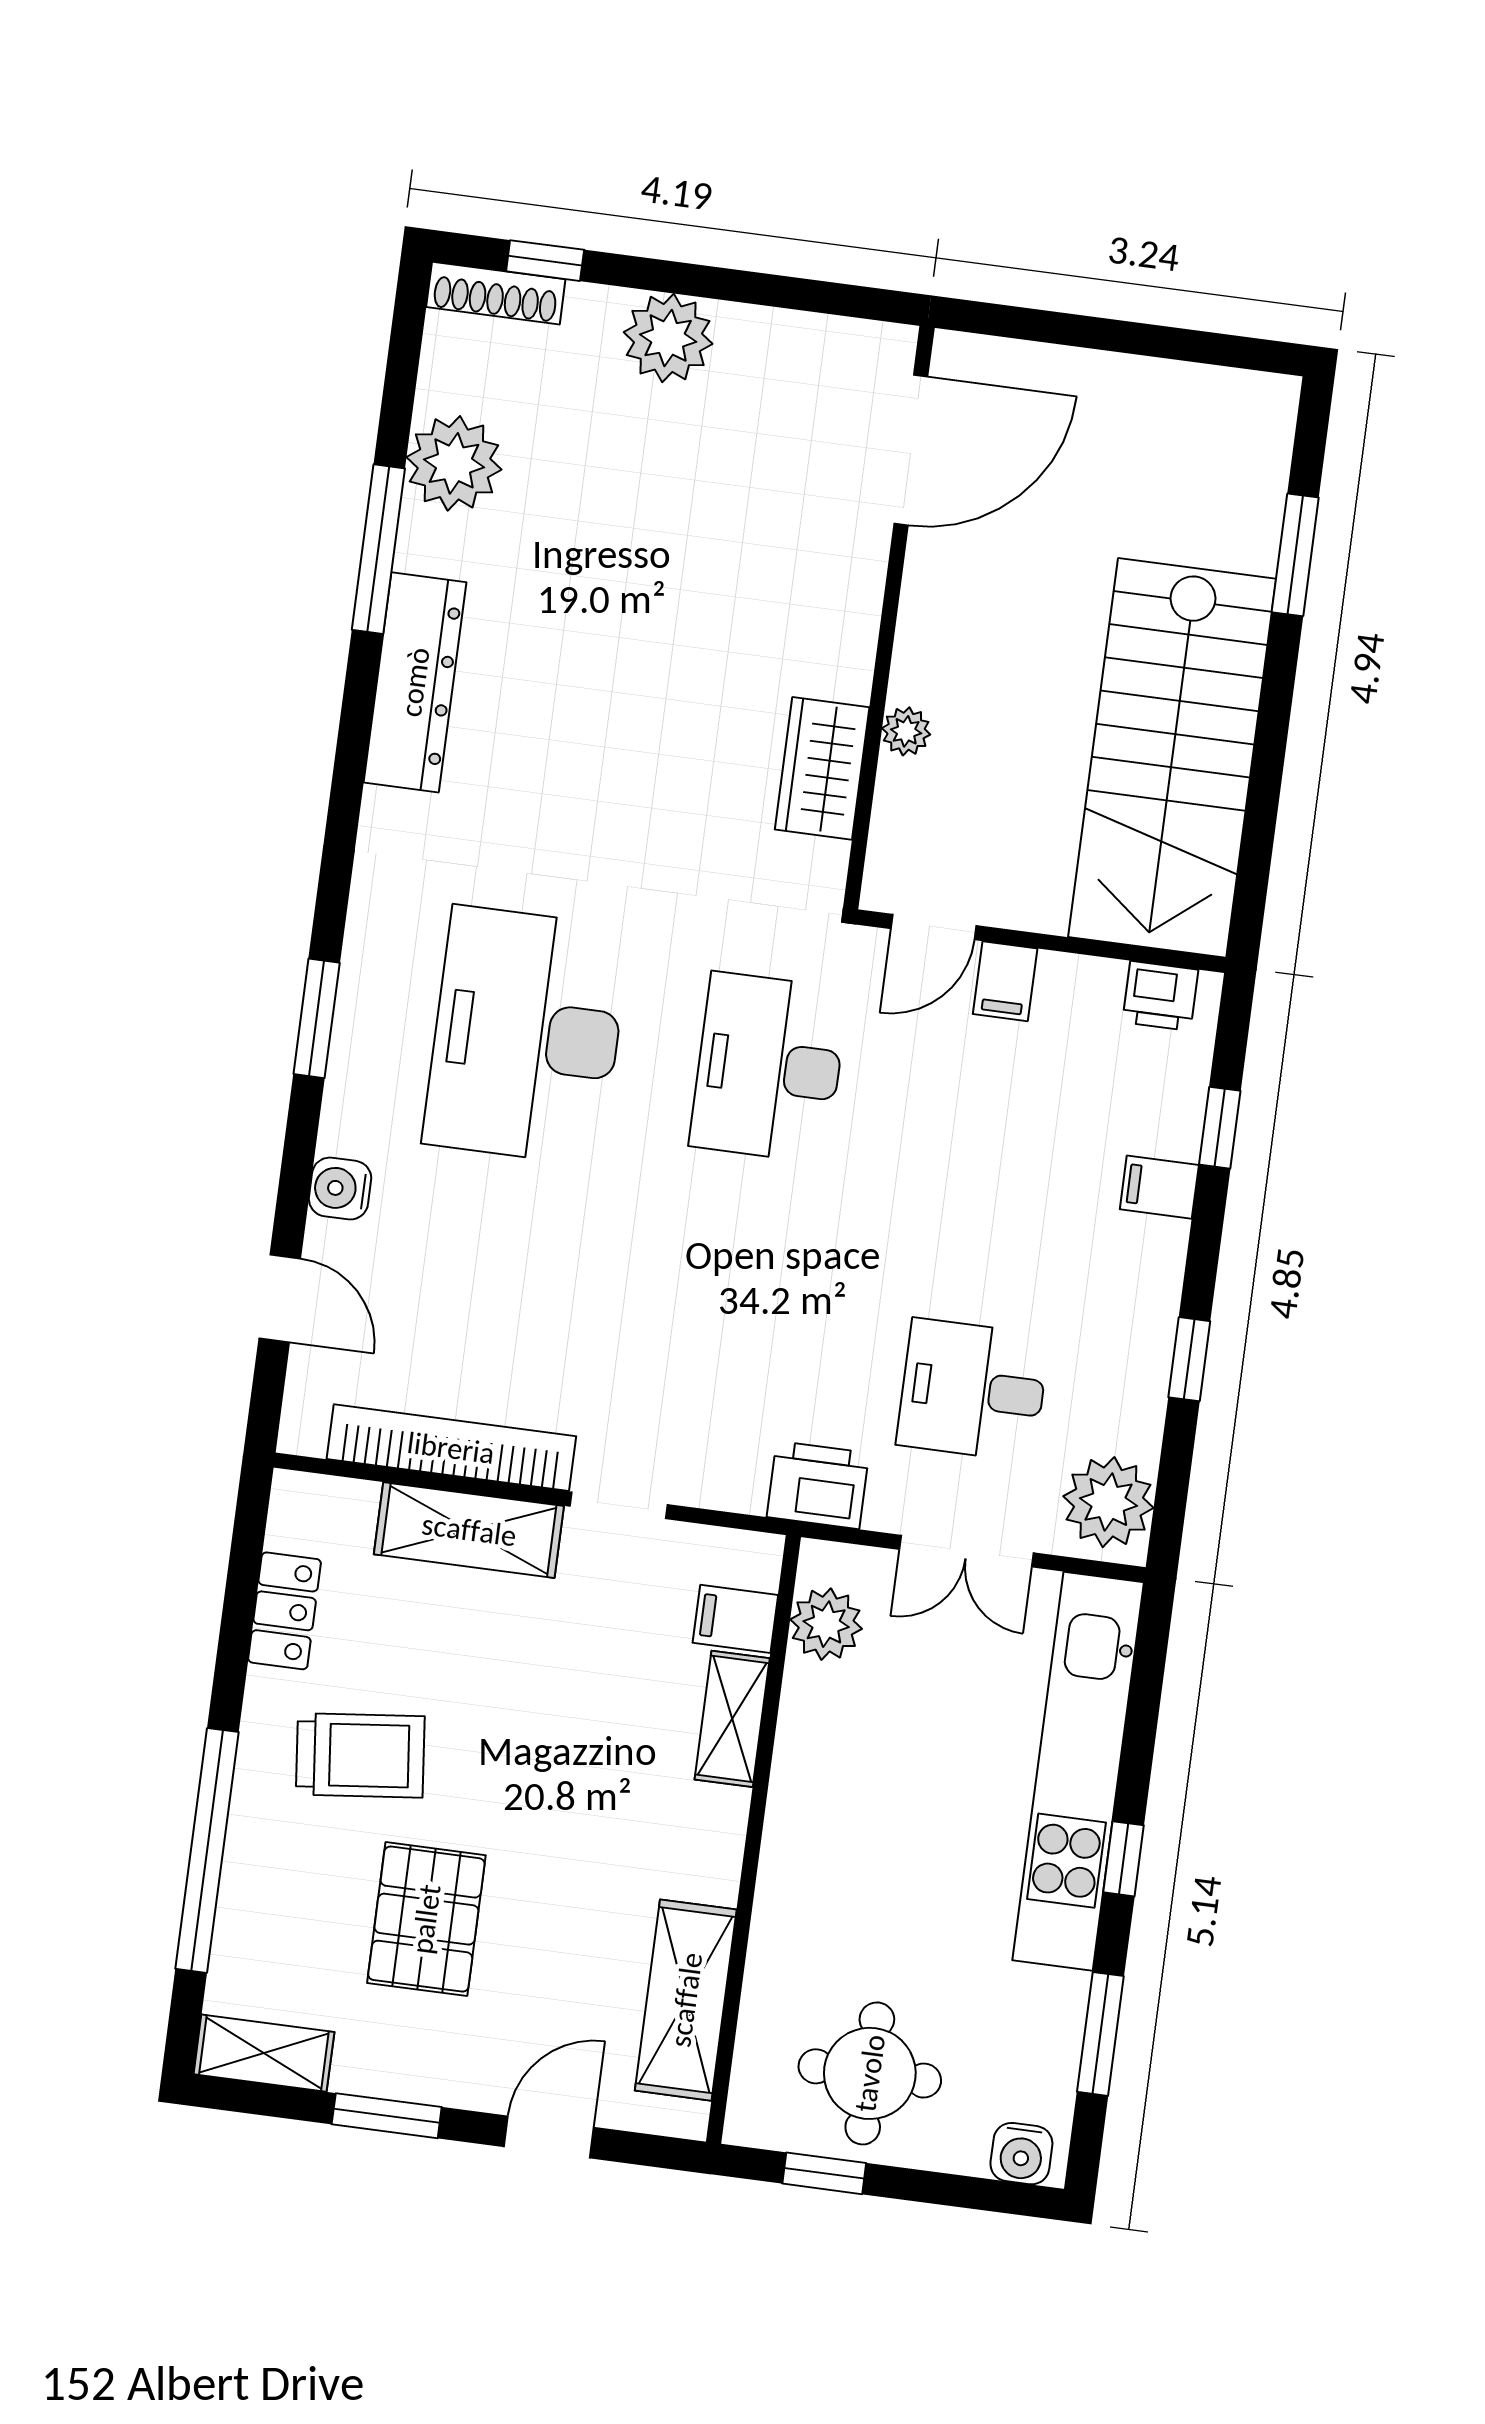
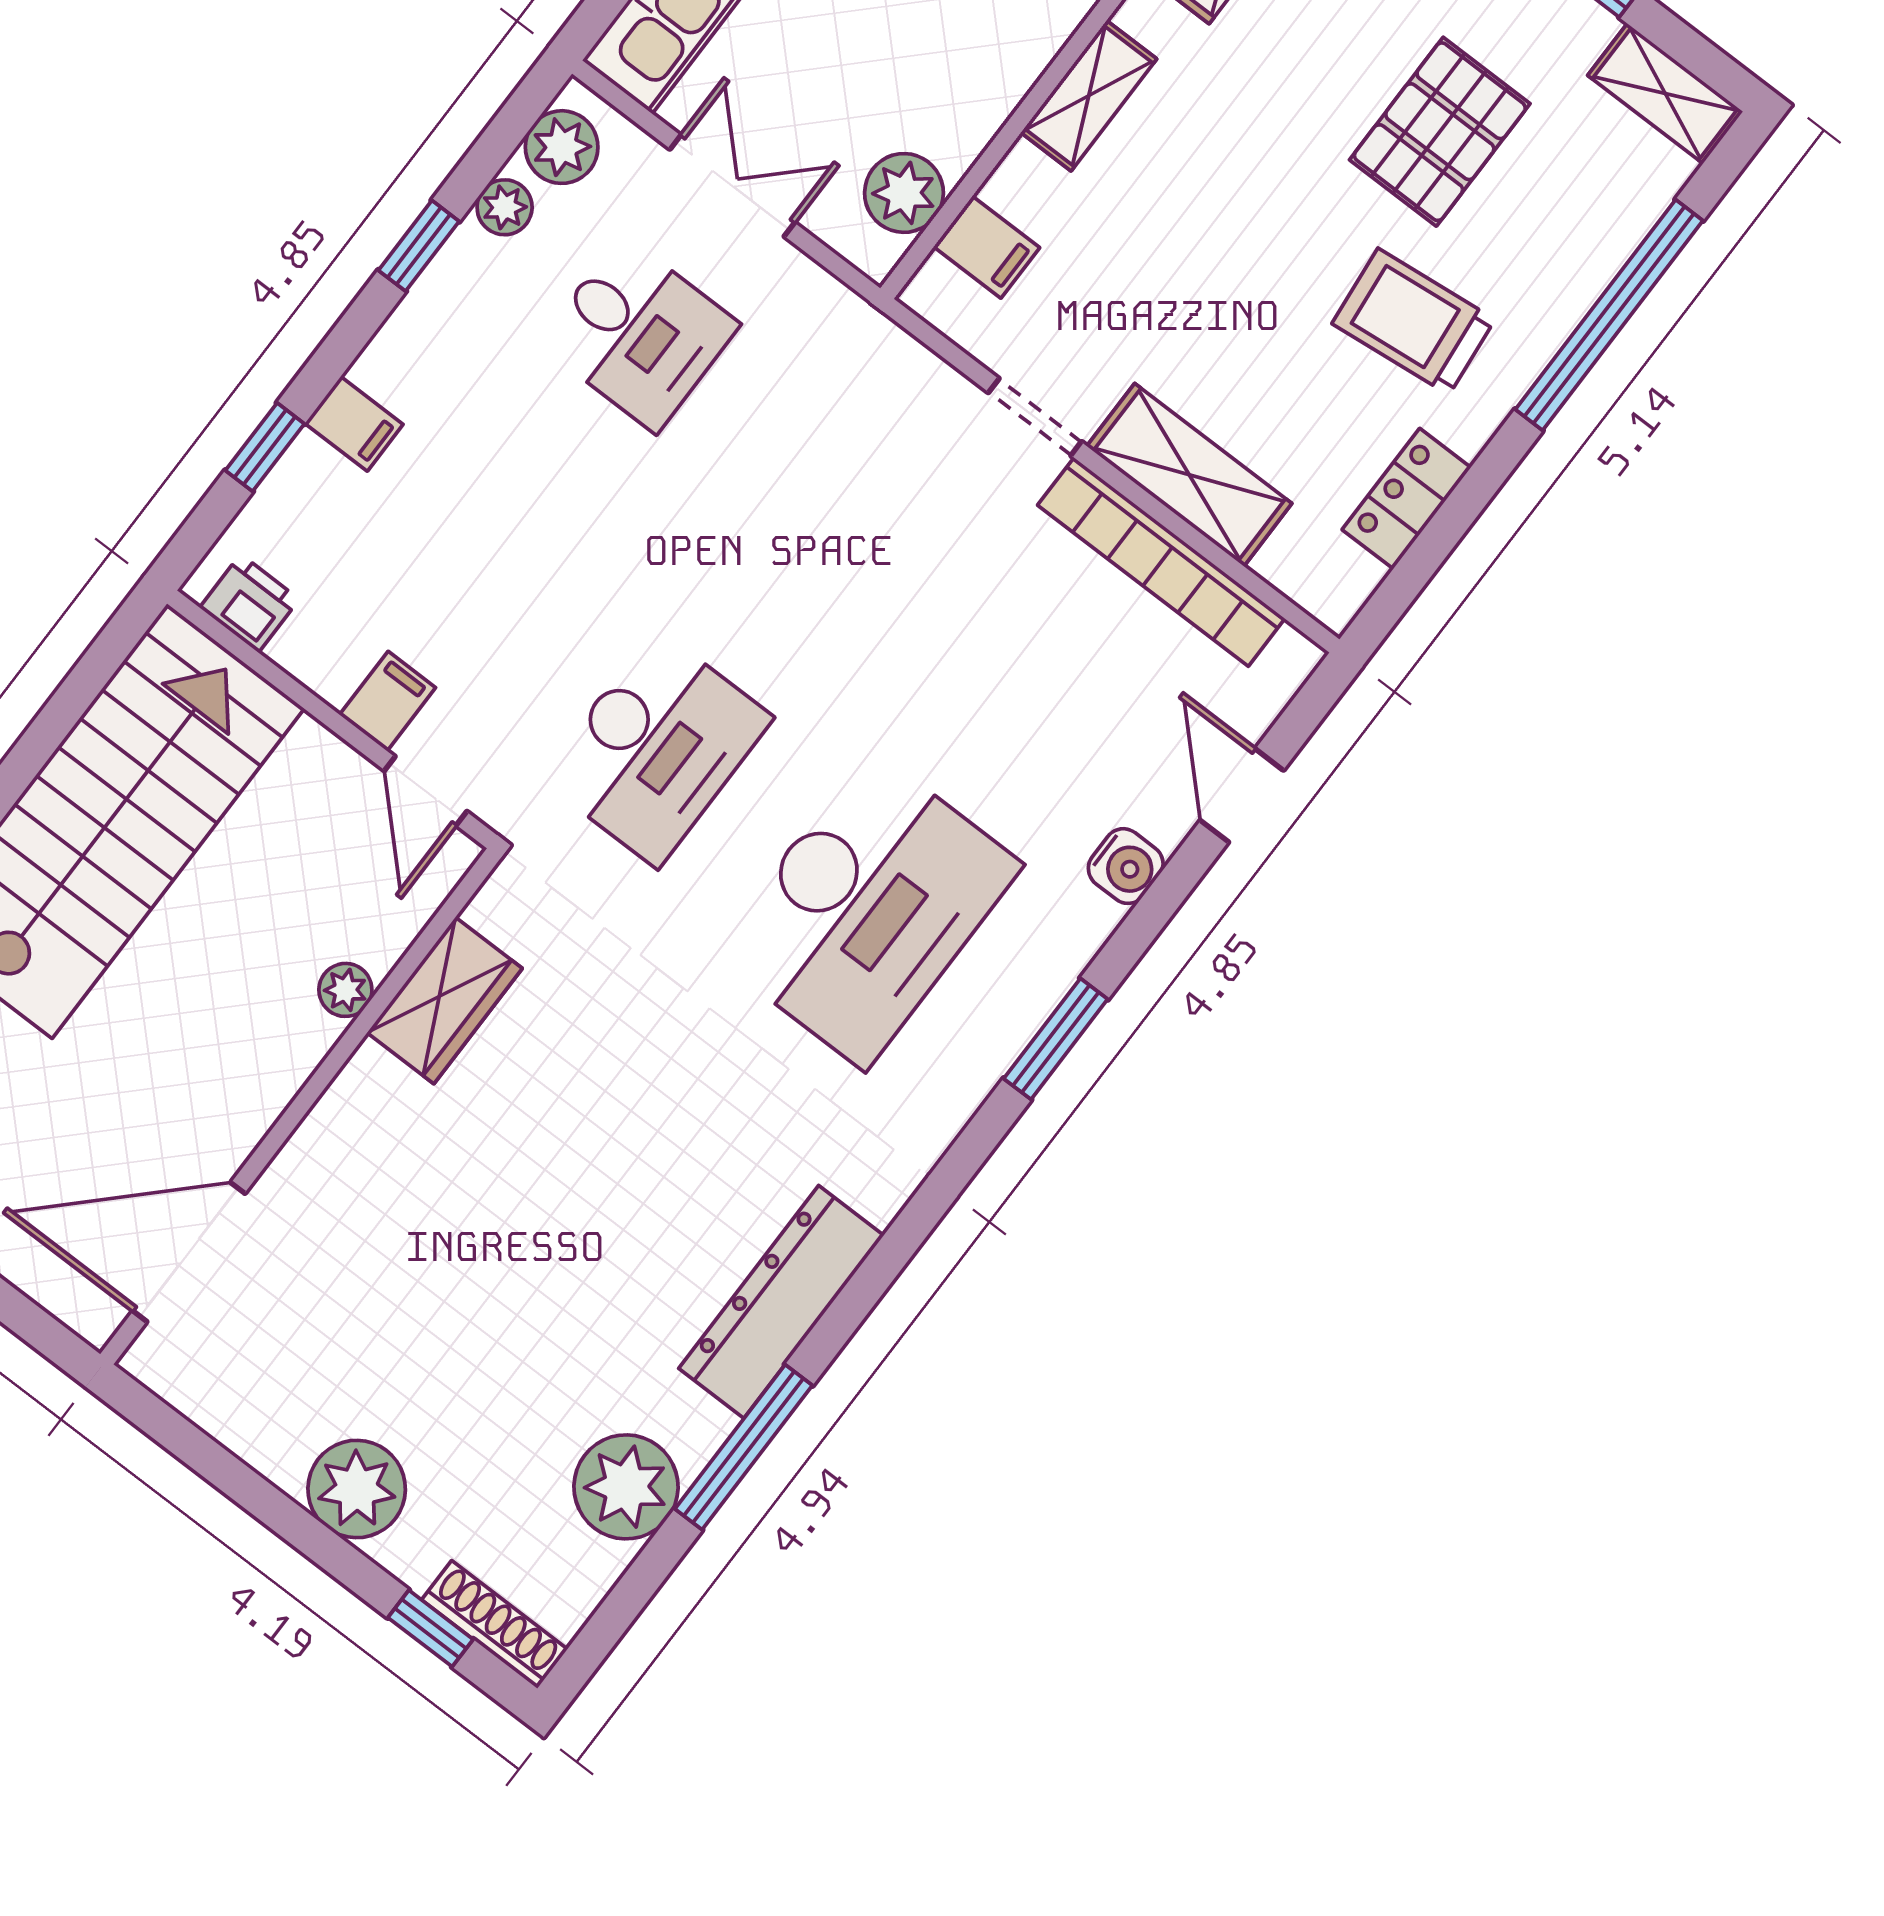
door: (934, 927) -> (426, 791), swing flipped
plant: (1139, 1429) -> (505, 207), added
printer: (818, 1485) -> (836, 328), removed
plant: (1108, 1502) -> (562, 147), width x0.73, depth x0.73
shelving: (732, 1719) -> (1089, 96), moved

